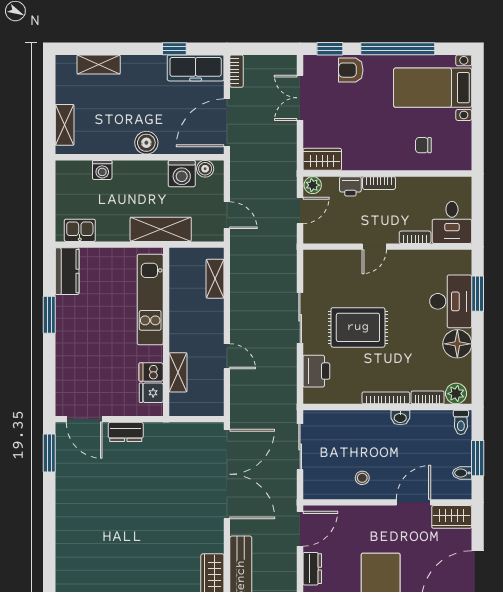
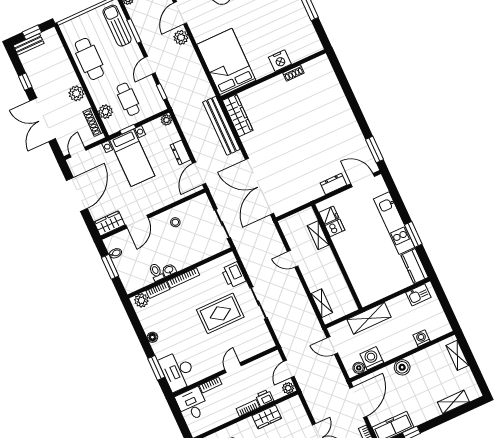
wardrobe: (322, 159) -> (267, 417), moved
kitchen unit: (150, 299) -> (394, 223), moved, turned 180
desk: (451, 301) -> (178, 371), moved
floor lamp: (457, 344) -> (152, 337), width x0.53, depth x0.53
toilet: (461, 422) -> (156, 272), moved

